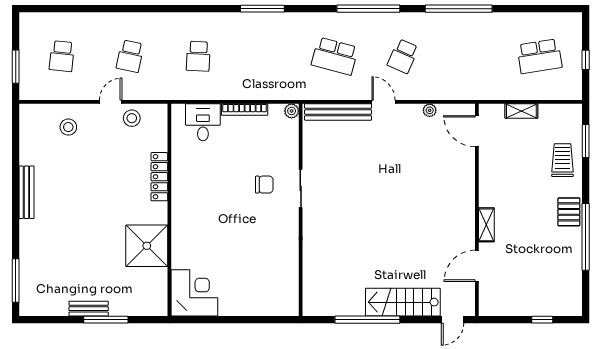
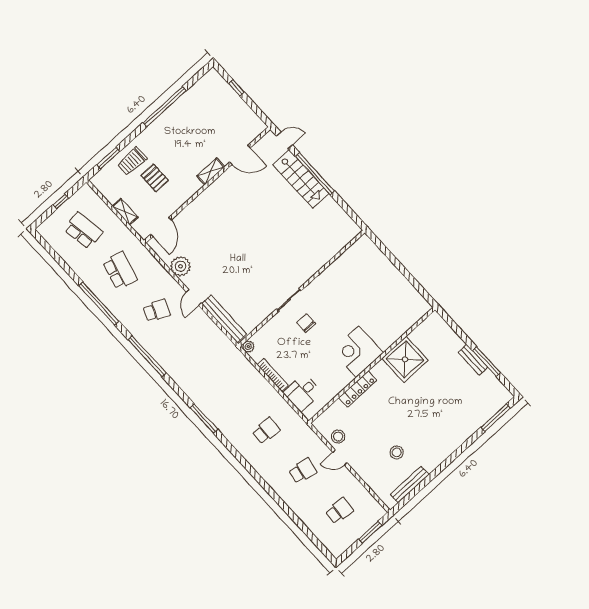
school desk: (335, 56) -> (120, 271), moved
plant: (430, 110) -> (181, 266), width x1.88, depth x1.88
stool: (68, 127) -> (397, 452), moved
bench: (26, 192) -> (410, 484), moved
pallet: (569, 212) -> (155, 178), moved, turned 90
corner desk: (194, 293) -> (358, 352), moved
window: (106, 320) -> (486, 362), moved
window: (367, 320) -> (315, 174), moved

